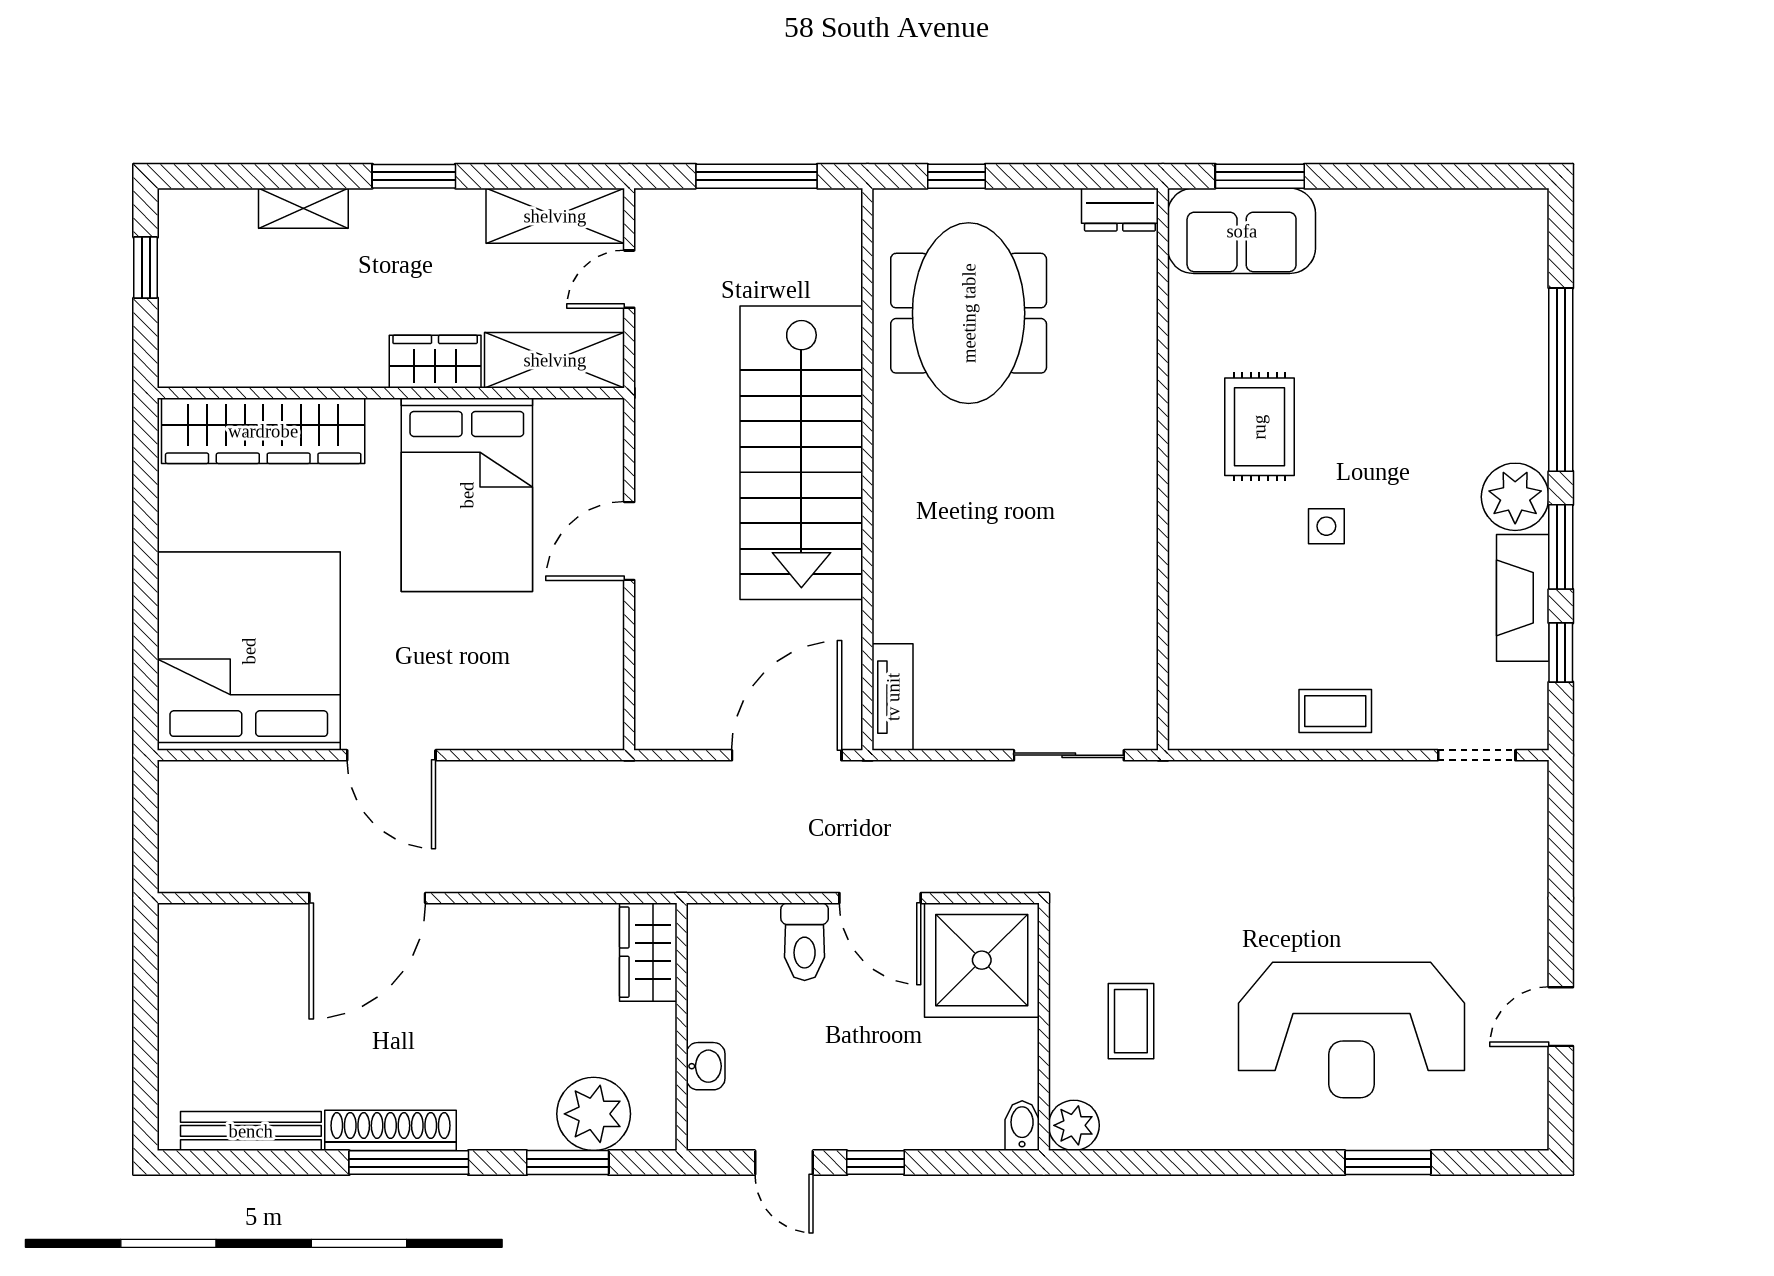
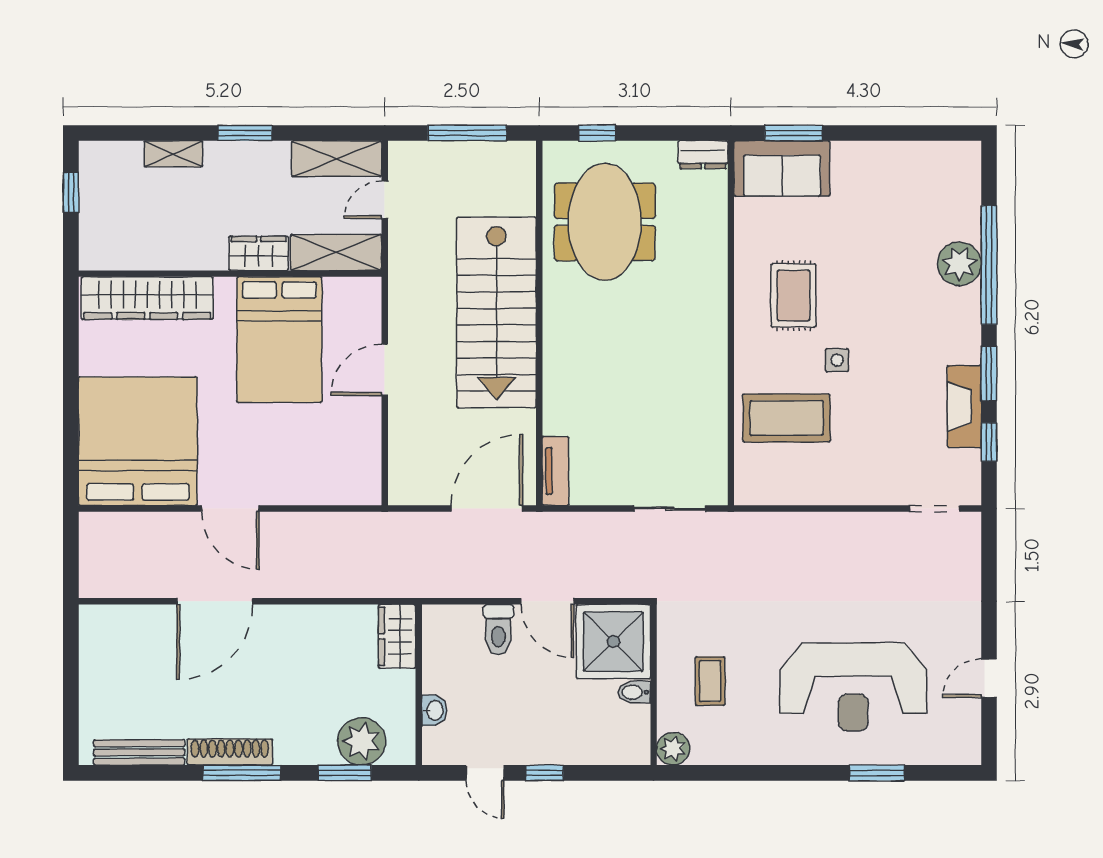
plant: (1515, 497) -> (959, 264), moved
coffee table: (1335, 711) -> (787, 418), moved, width x1.86, depth x1.72
bidet: (1022, 1126) -> (634, 692), moved, turned -90

